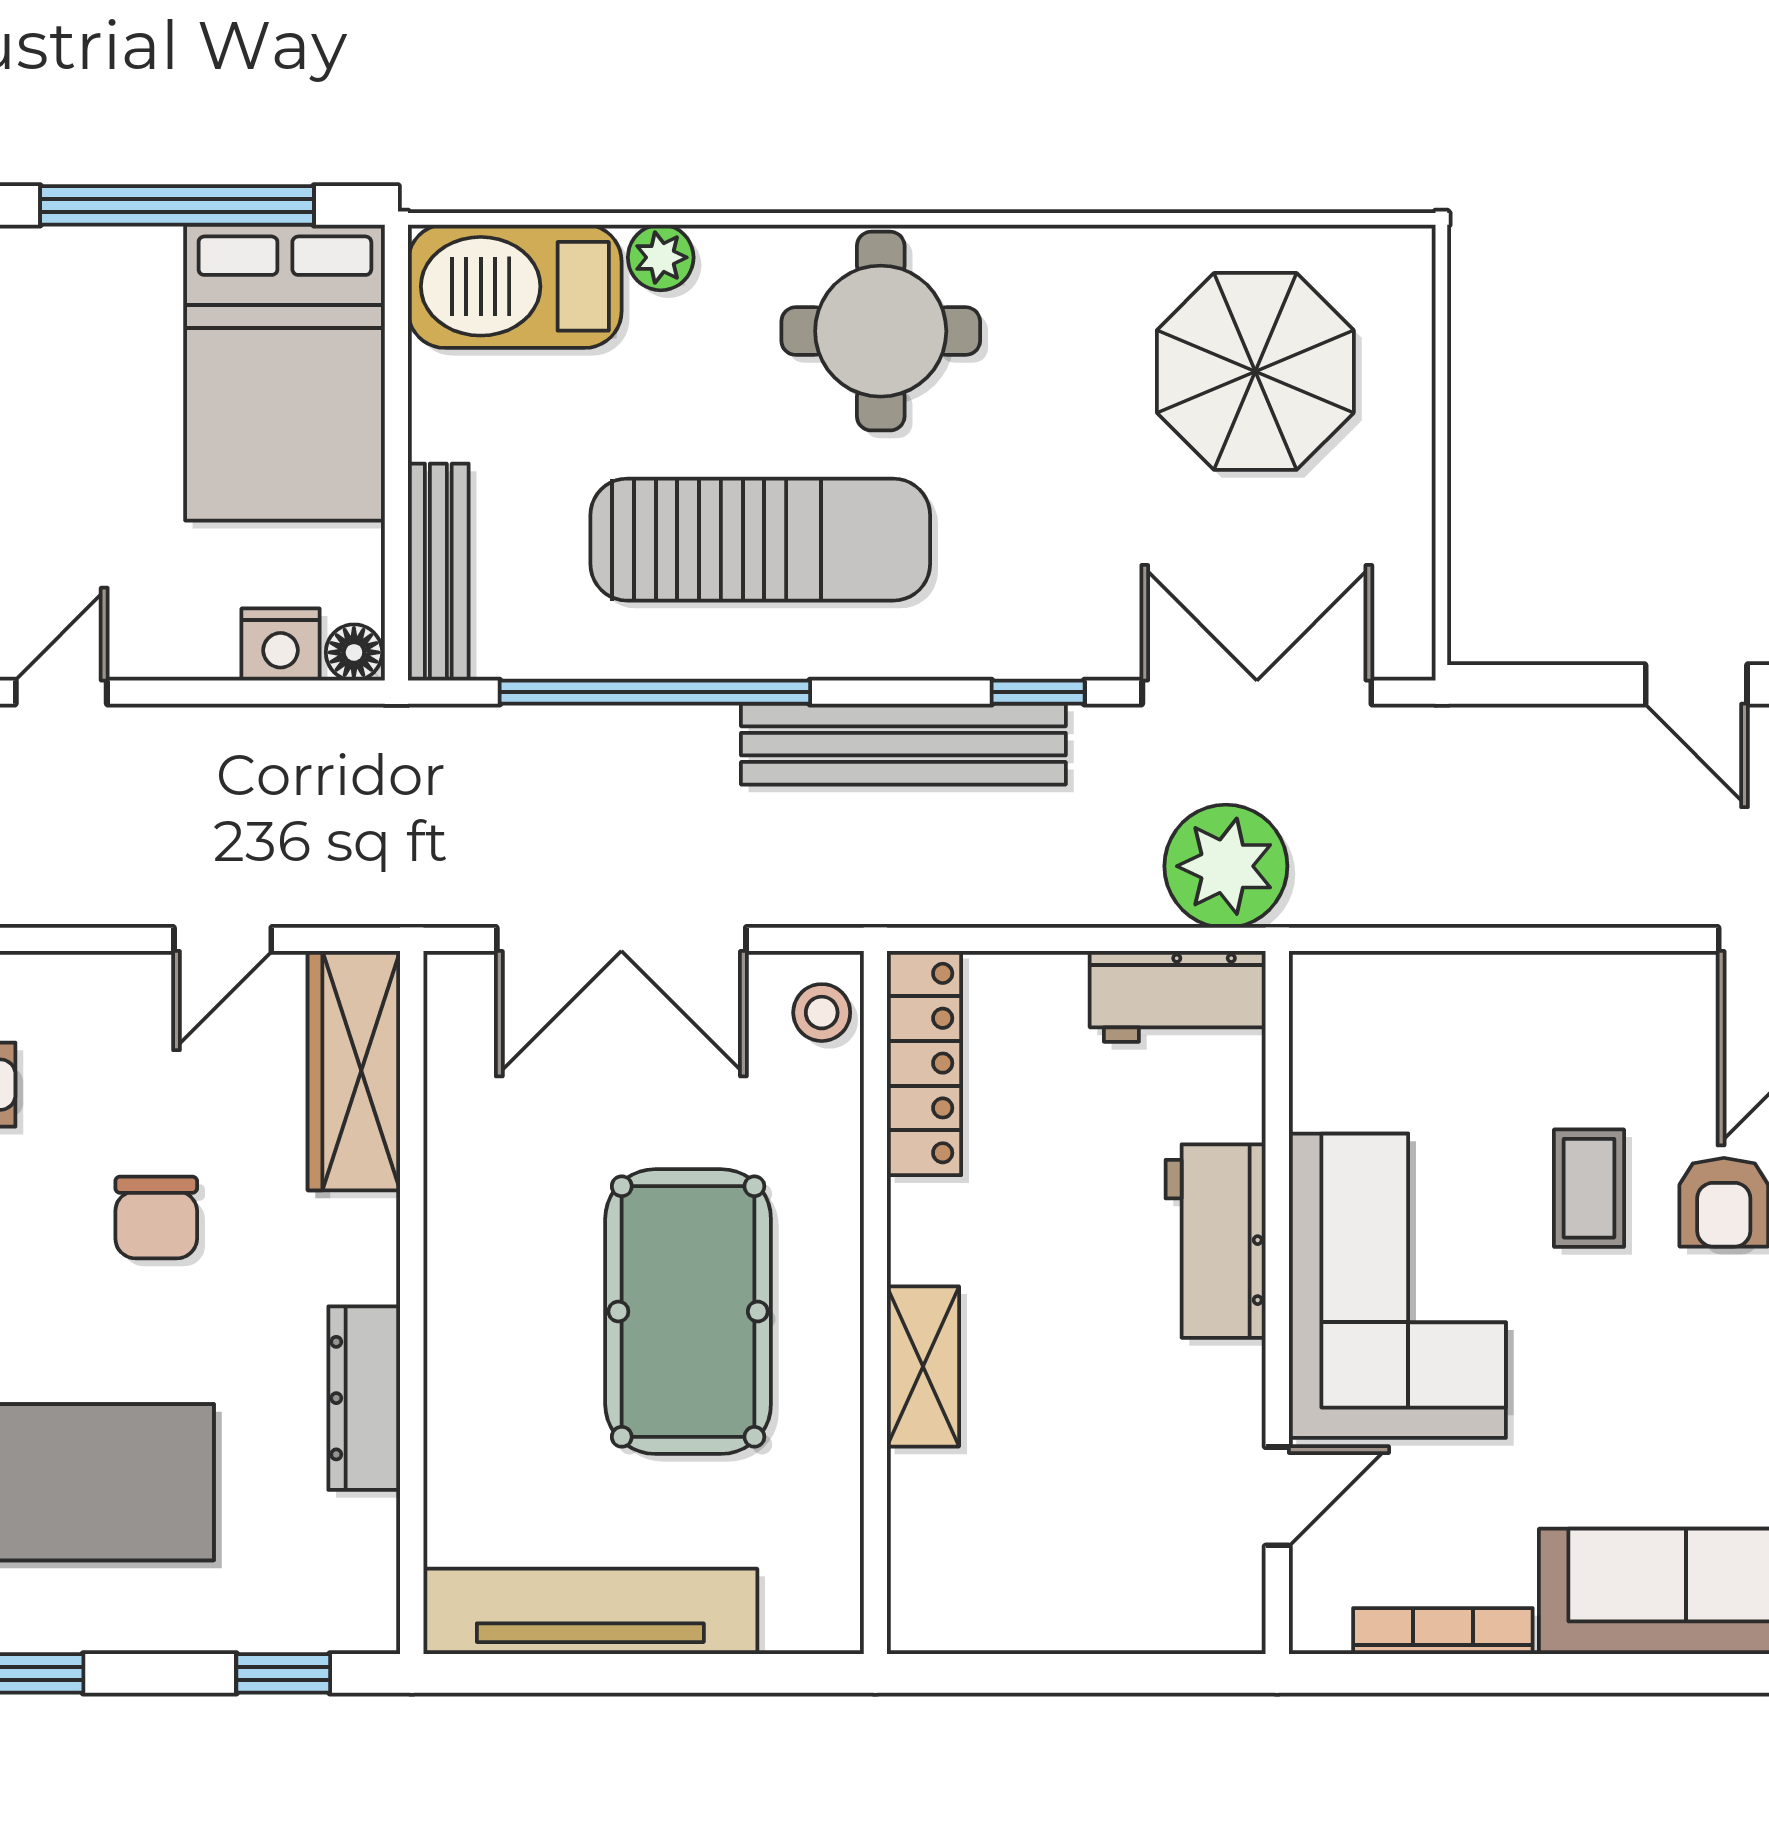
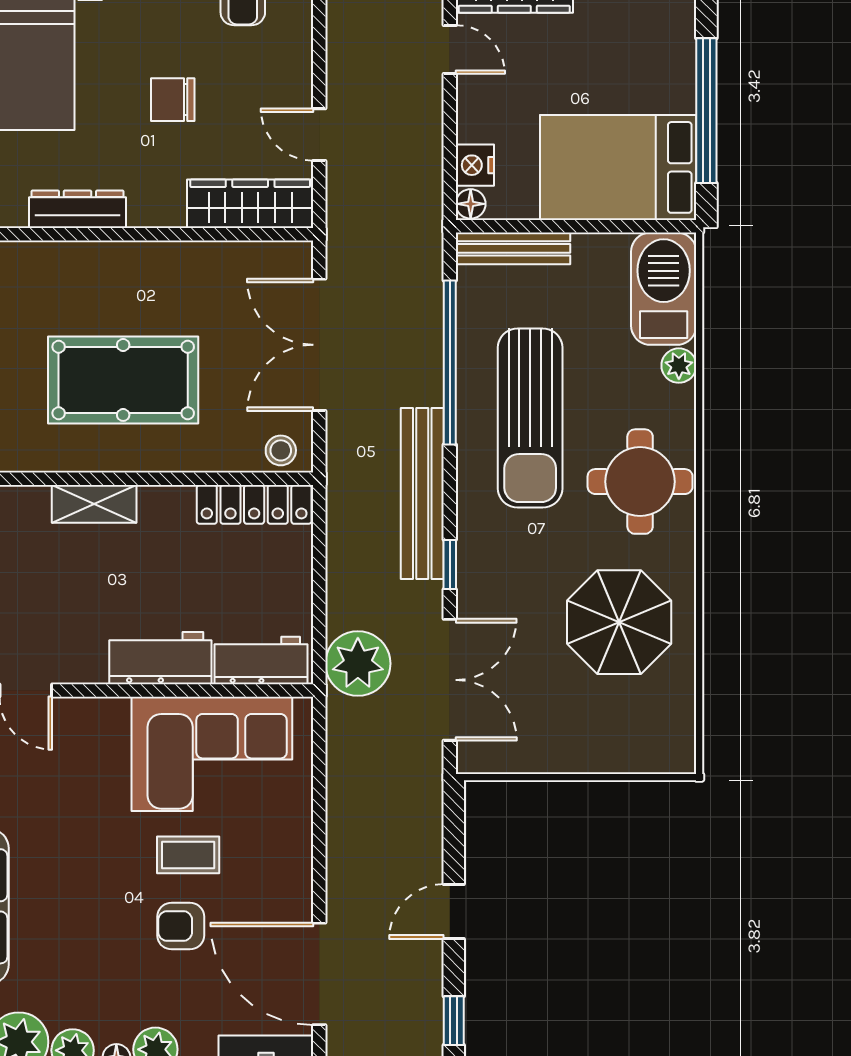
parasol: (1255, 371) -> (619, 622), moved
workbench: (1178, 996) -> (261, 661), moved, turned 90
corner sofa: (1397, 1286) -> (212, 754), moved

